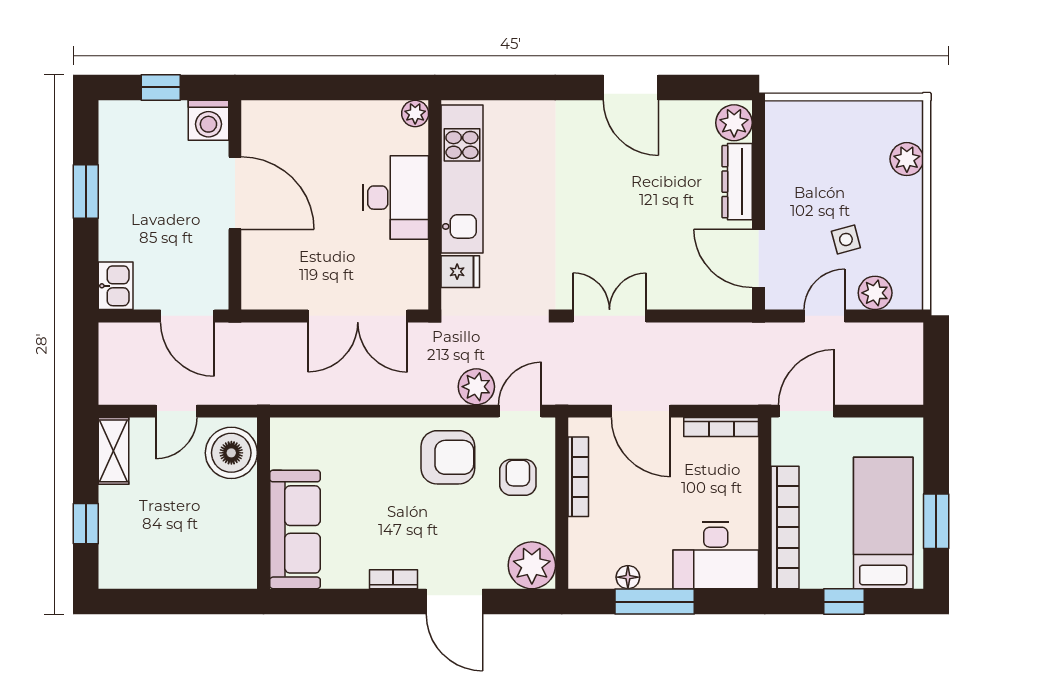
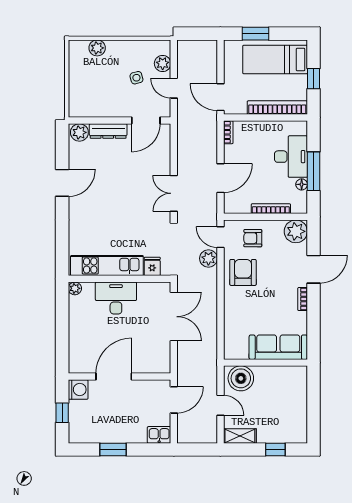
bookcase: (721, 427) -> (228, 132), width x0.64
bookcase: (578, 477) -> (271, 209), moved
window: (936, 521) -> (256, 34), moved
desk: (716, 555) -> (291, 157), moved

